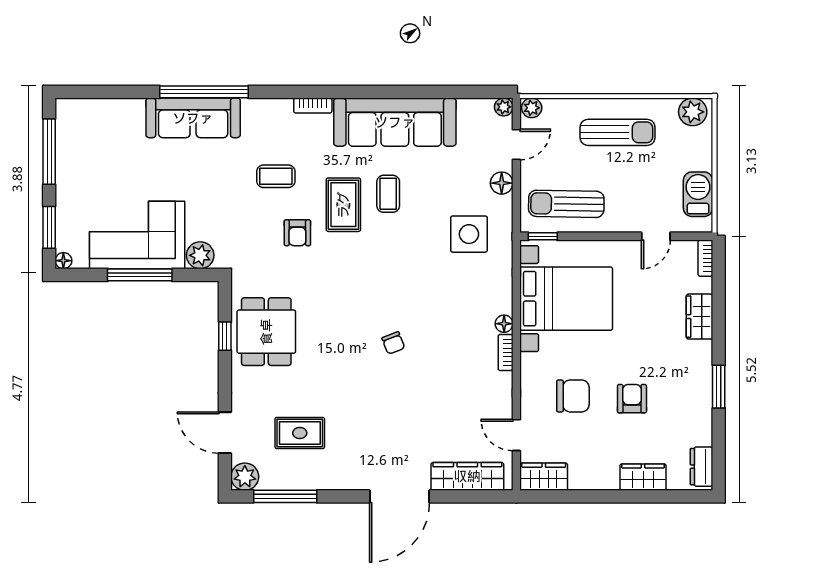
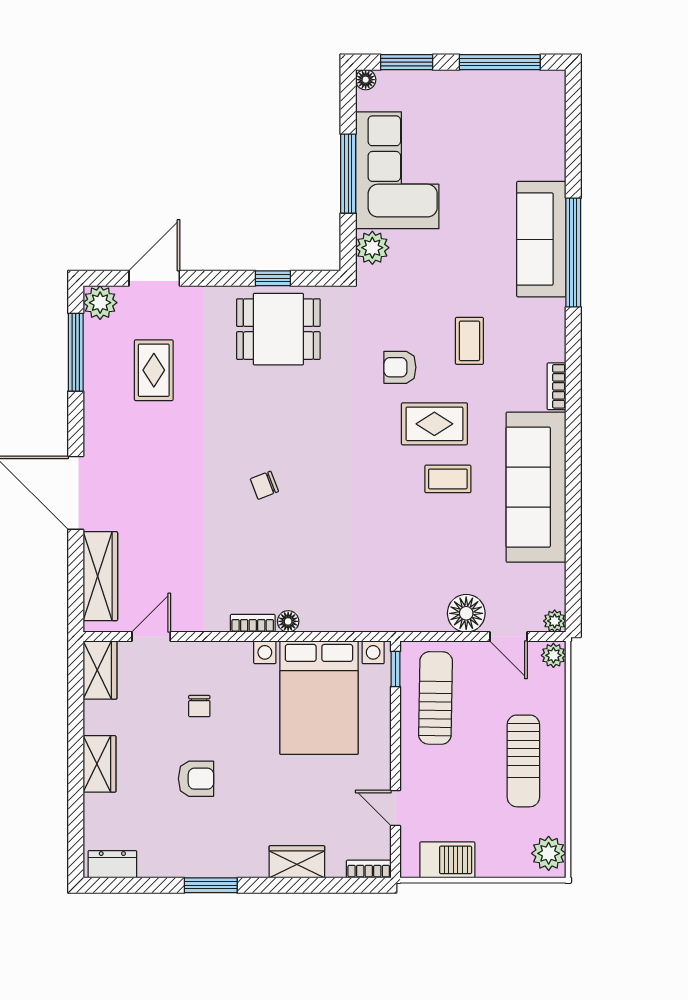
floor lamp: (502, 183) -> (466, 613), width x1.38, depth x1.38
side table: (469, 234) -> (398, 578), removed
chair: (573, 396) -> (199, 706), width x0.54, depth x0.54
wardrobe: (643, 477) -> (99, 764), moved

